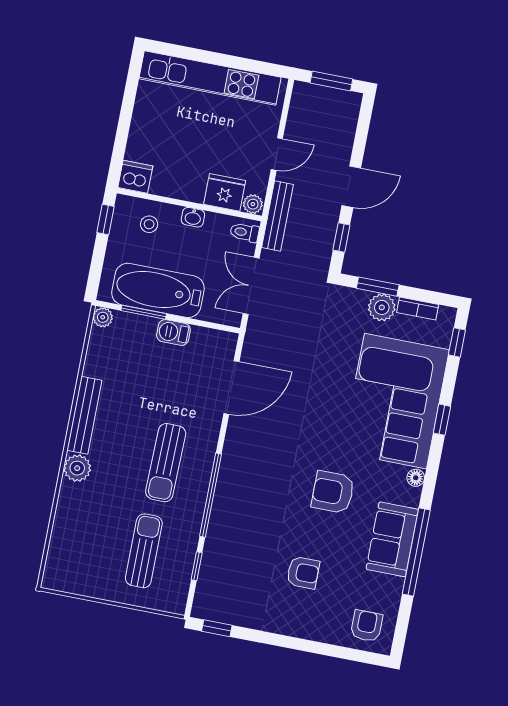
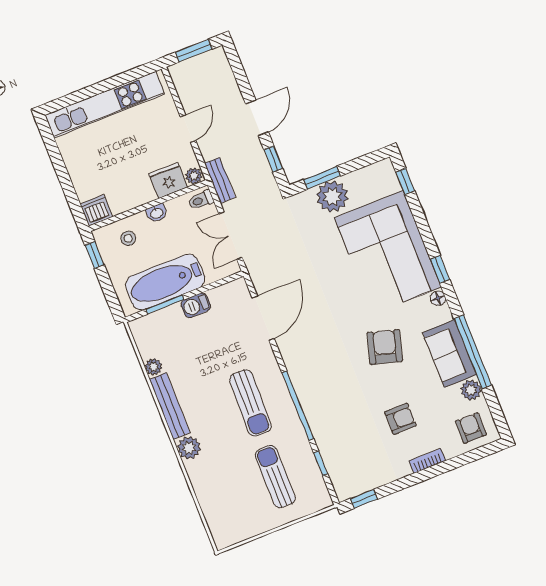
bench: (277, 216) -> (220, 180), width x0.73
plant: (382, 307) -> (332, 196), width x1.36, depth x1.36
bookcase: (418, 308) -> (427, 461), moved, turned 180
plant: (103, 317) -> (153, 367), moved
window: (442, 420) -> (440, 269), moved
armchair: (333, 492) -> (385, 347), turned 106
plant: (391, 589) -> (471, 390), added

